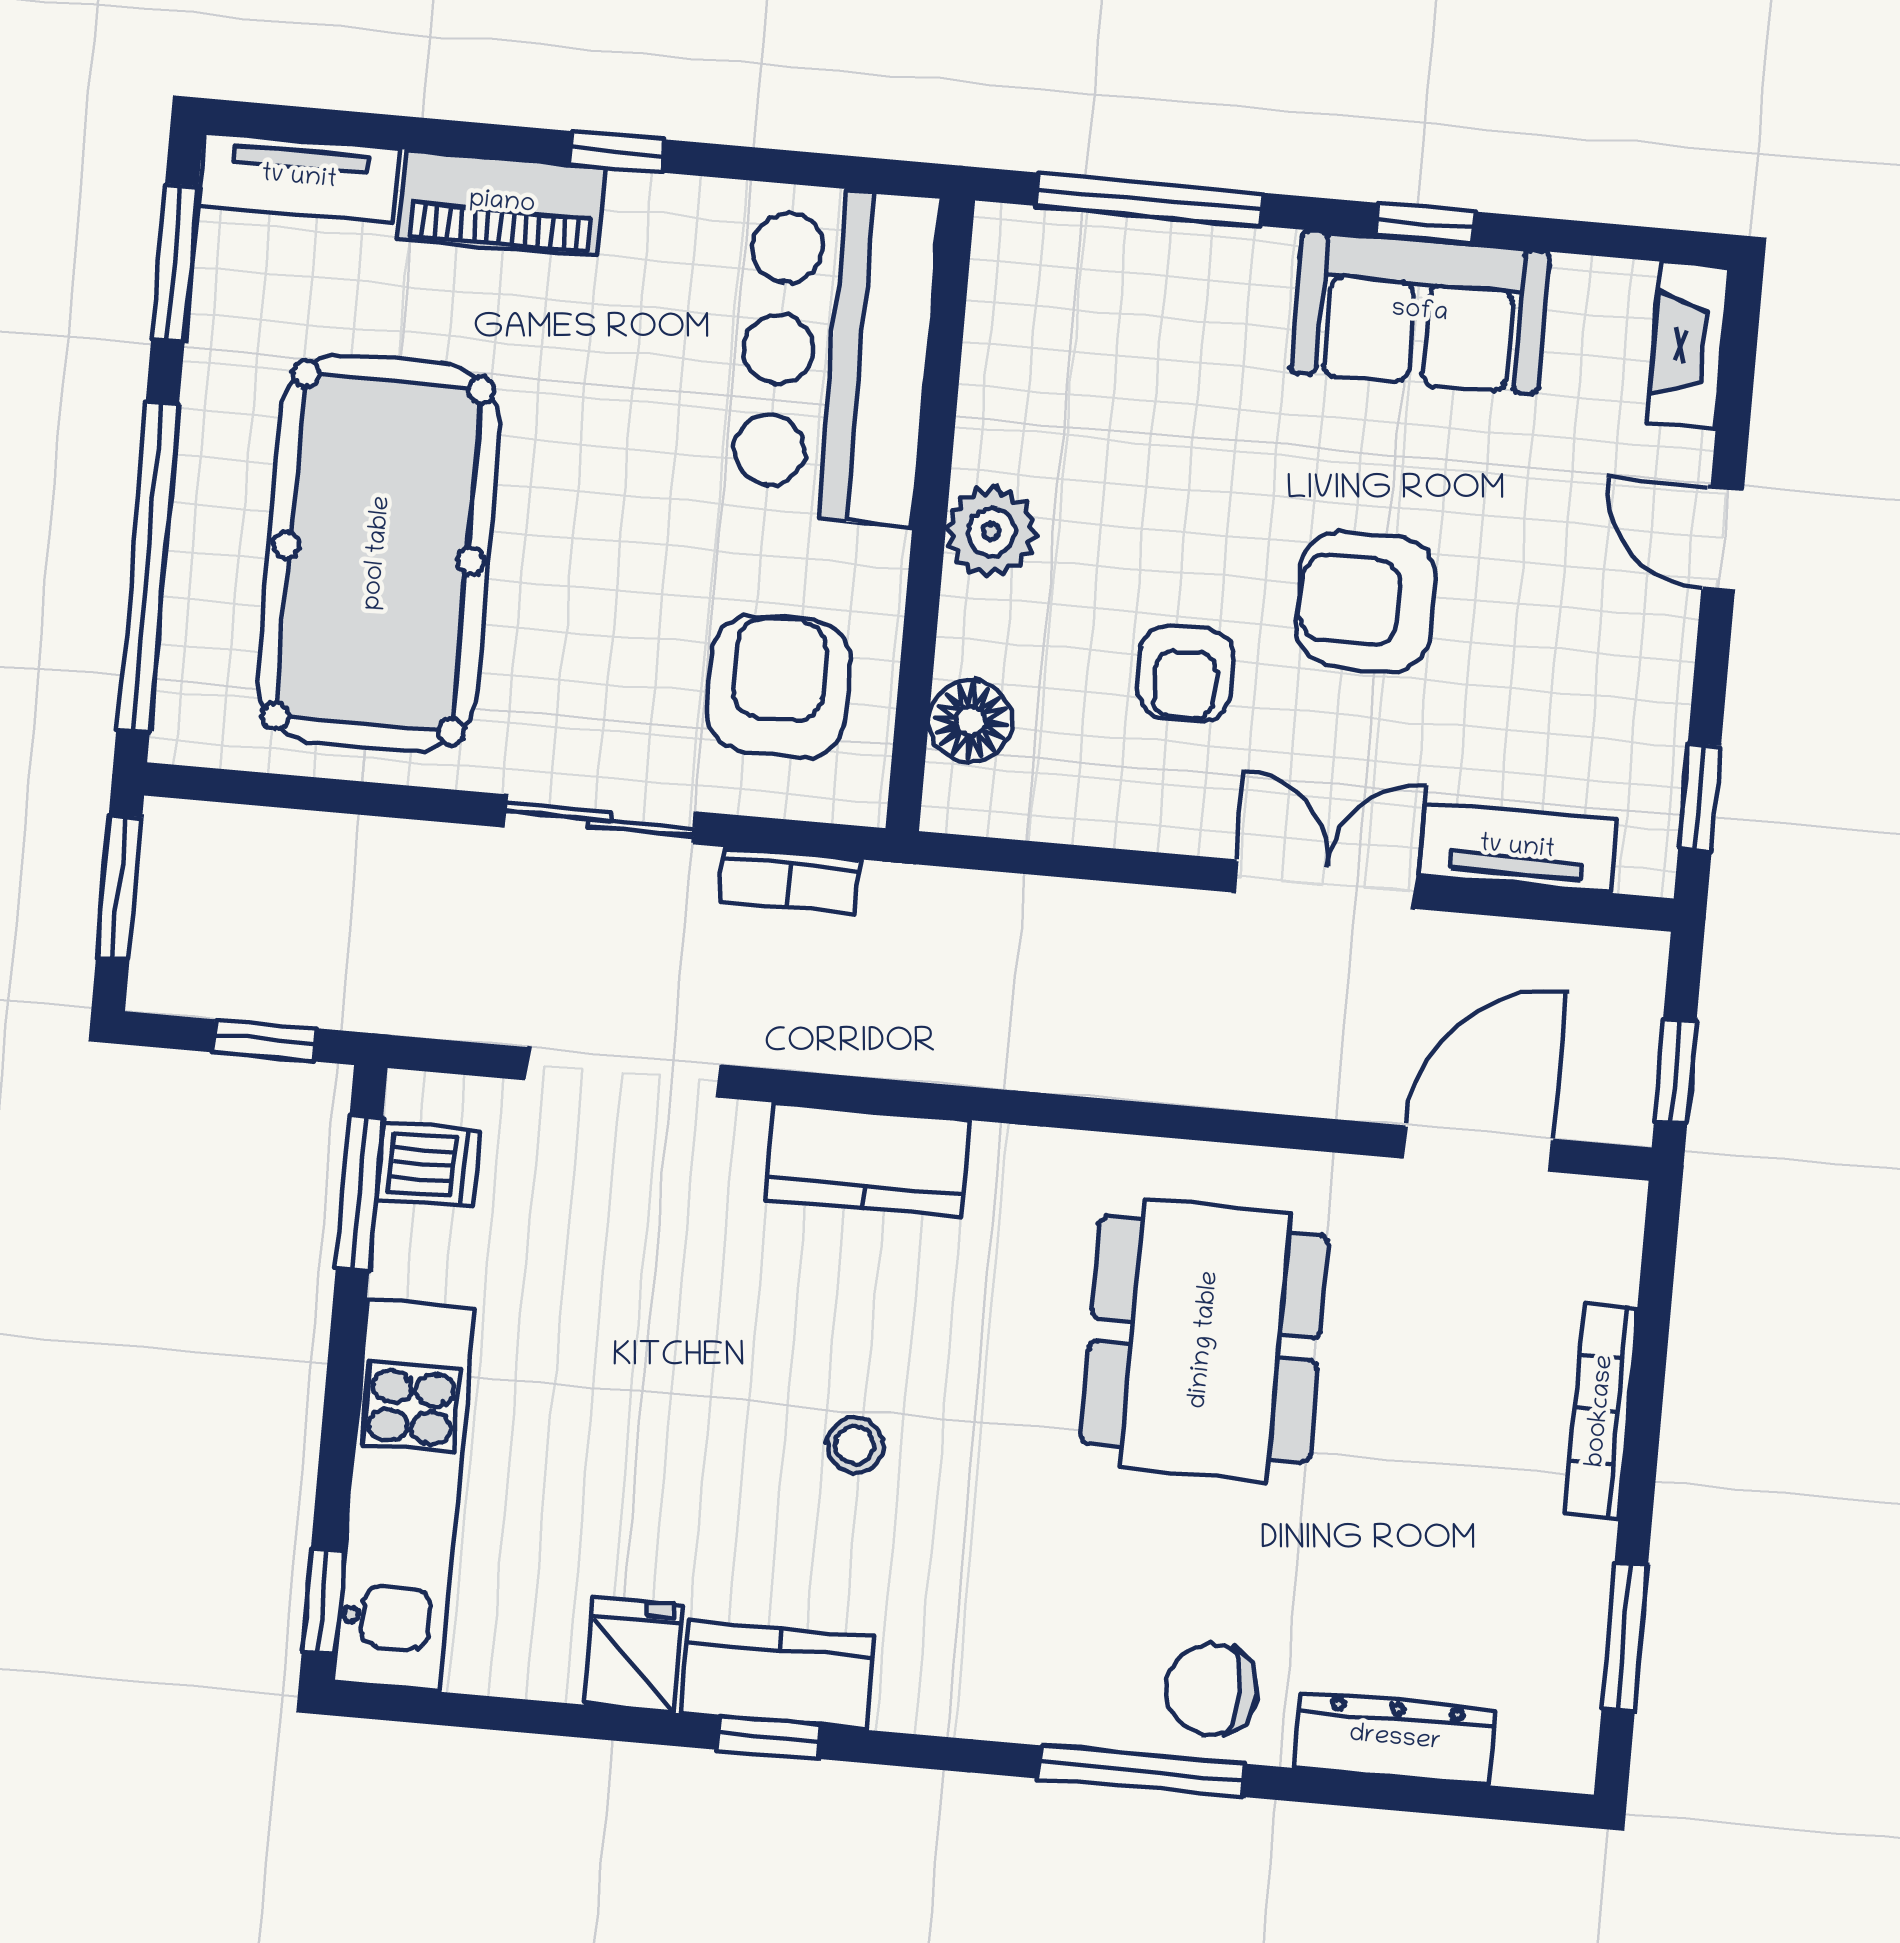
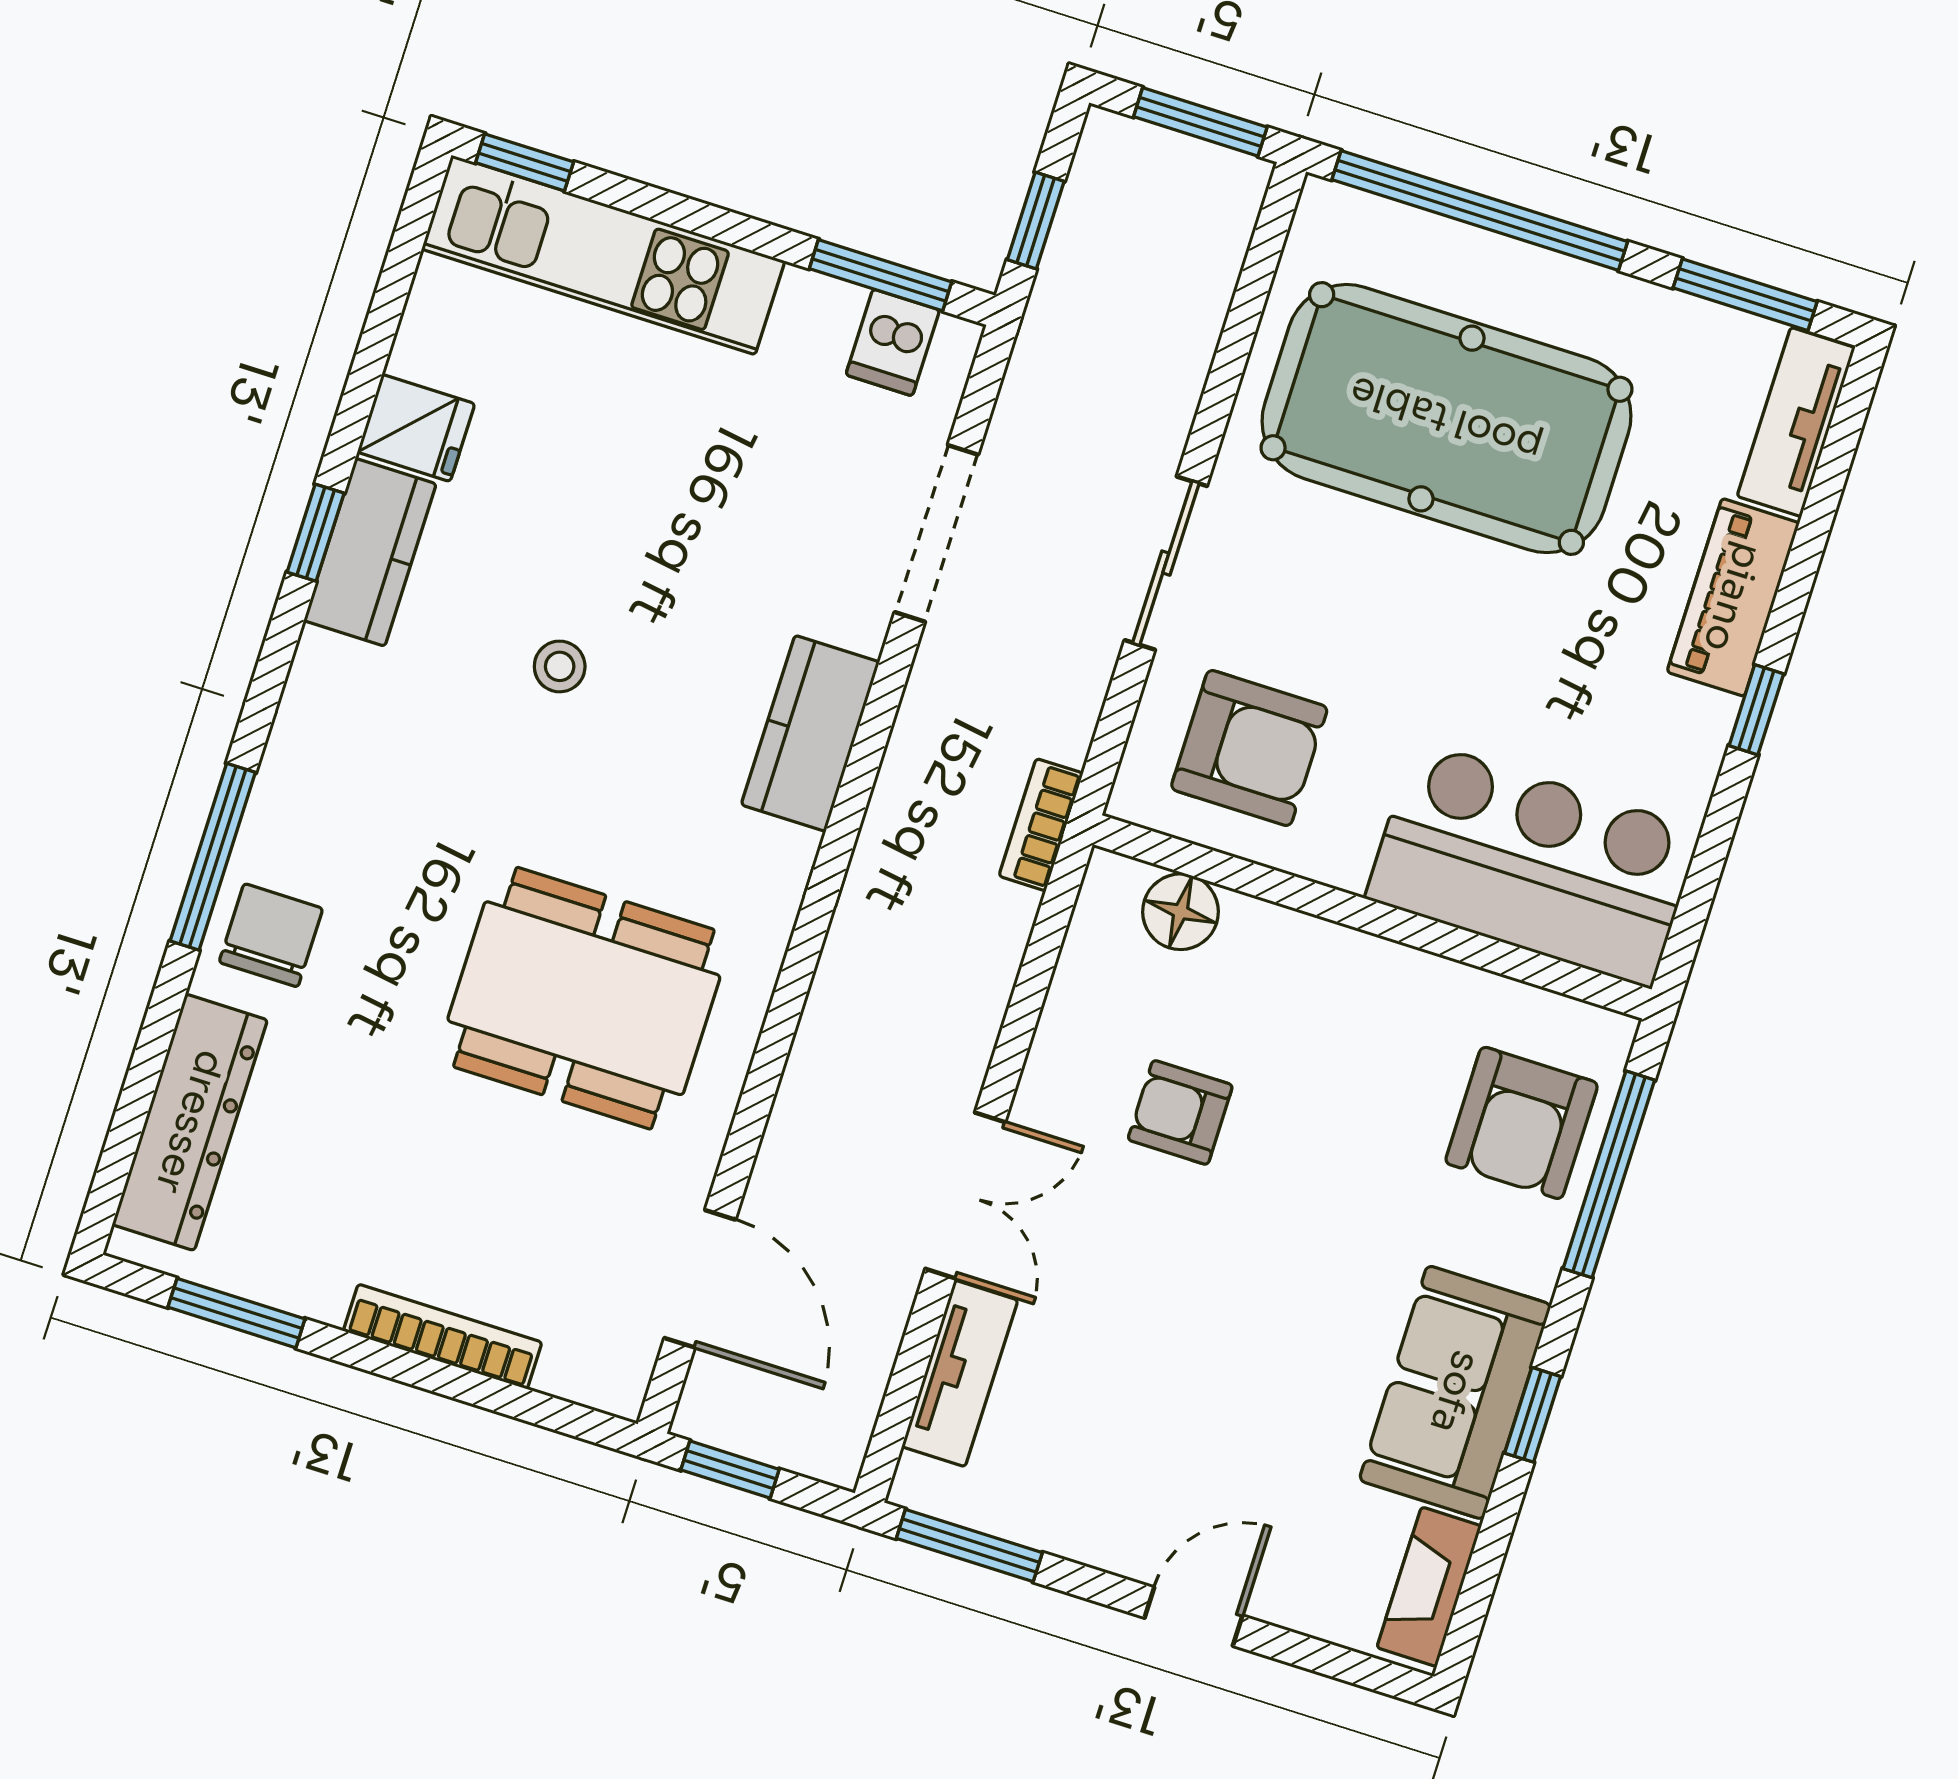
fireplace: (1688, 346) -> (1429, 1587), moved, turned -90
plant: (991, 532) -> (1345, 968), removed
armchair: (1366, 602) -> (1522, 1123), moved, turned 180
window: (1700, 797) -> (969, 1545), width x1.50
bookcase: (789, 880) -> (1041, 825), moved
dresser: (1395, 1739) -> (190, 1122), width x1.37, depth x1.24

